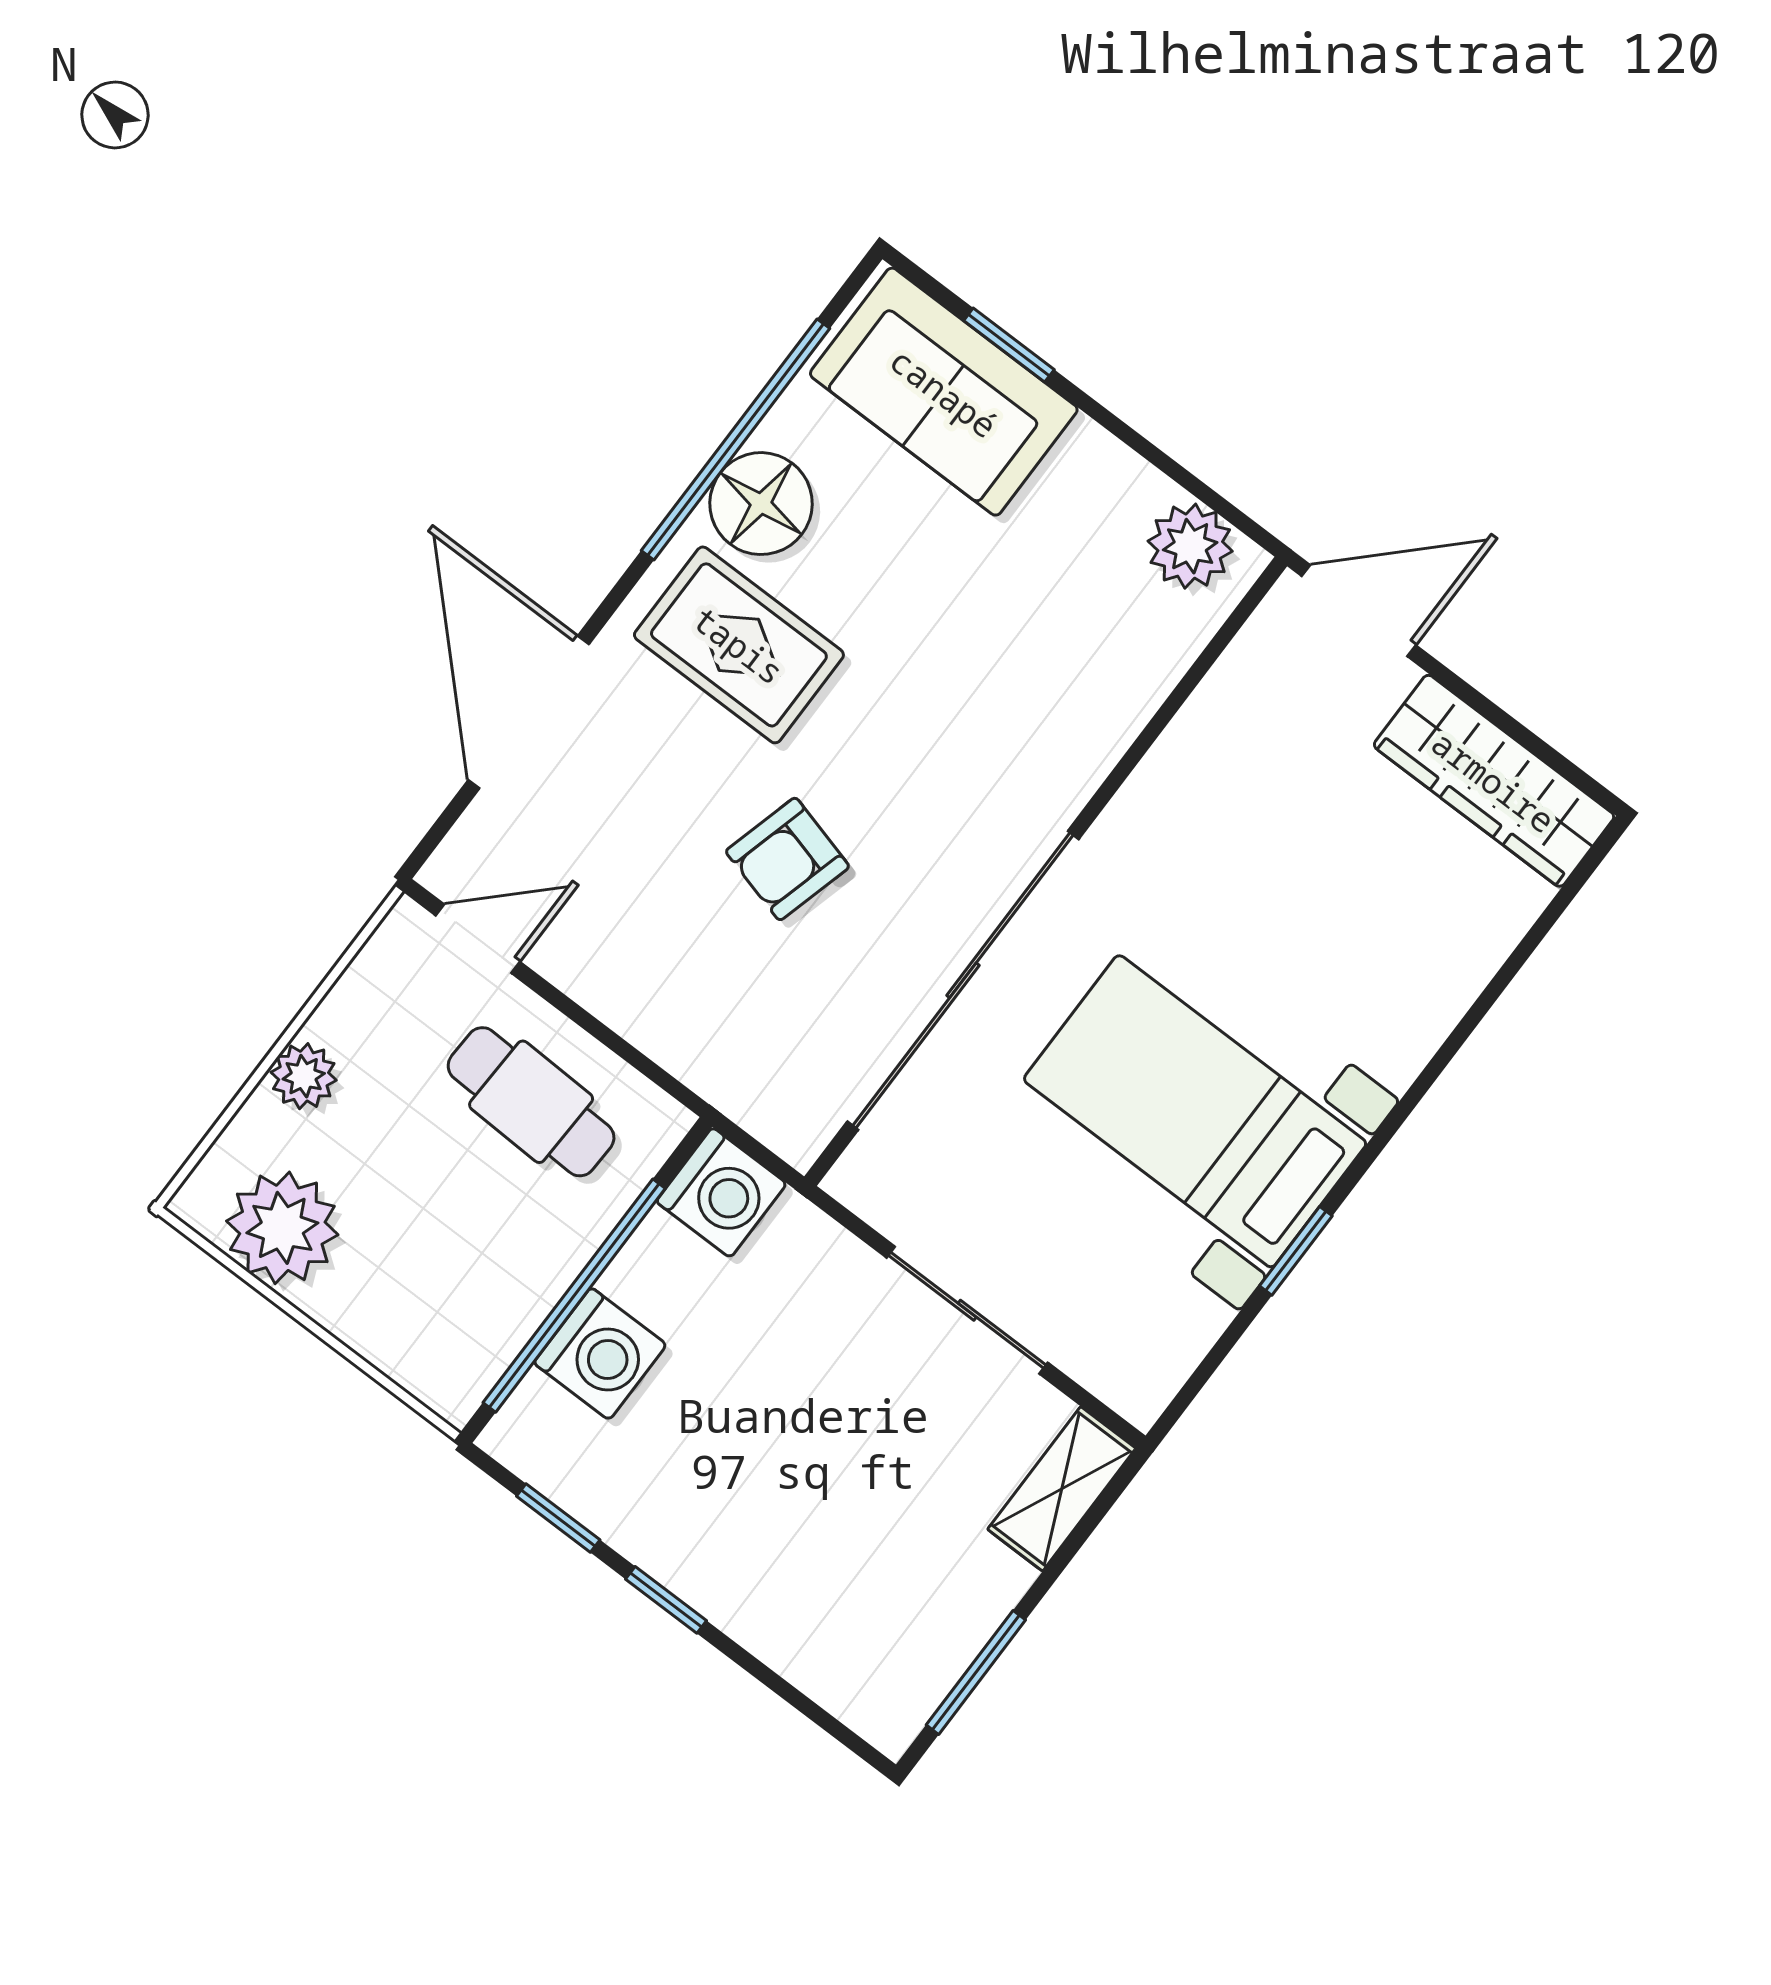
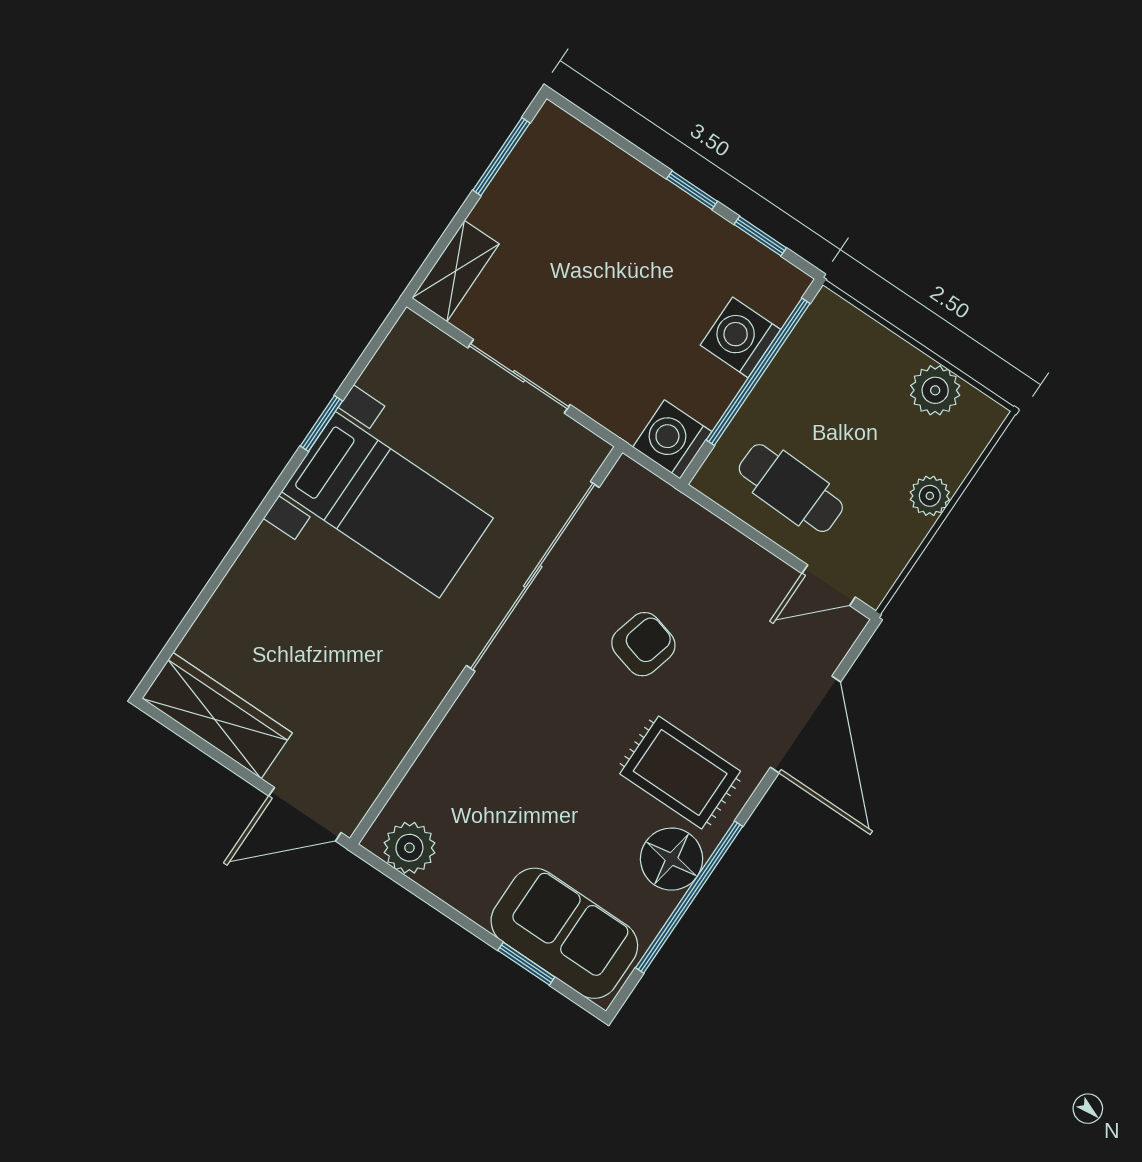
plant: (282, 1228) -> (935, 390), width x0.73, depth x0.73

